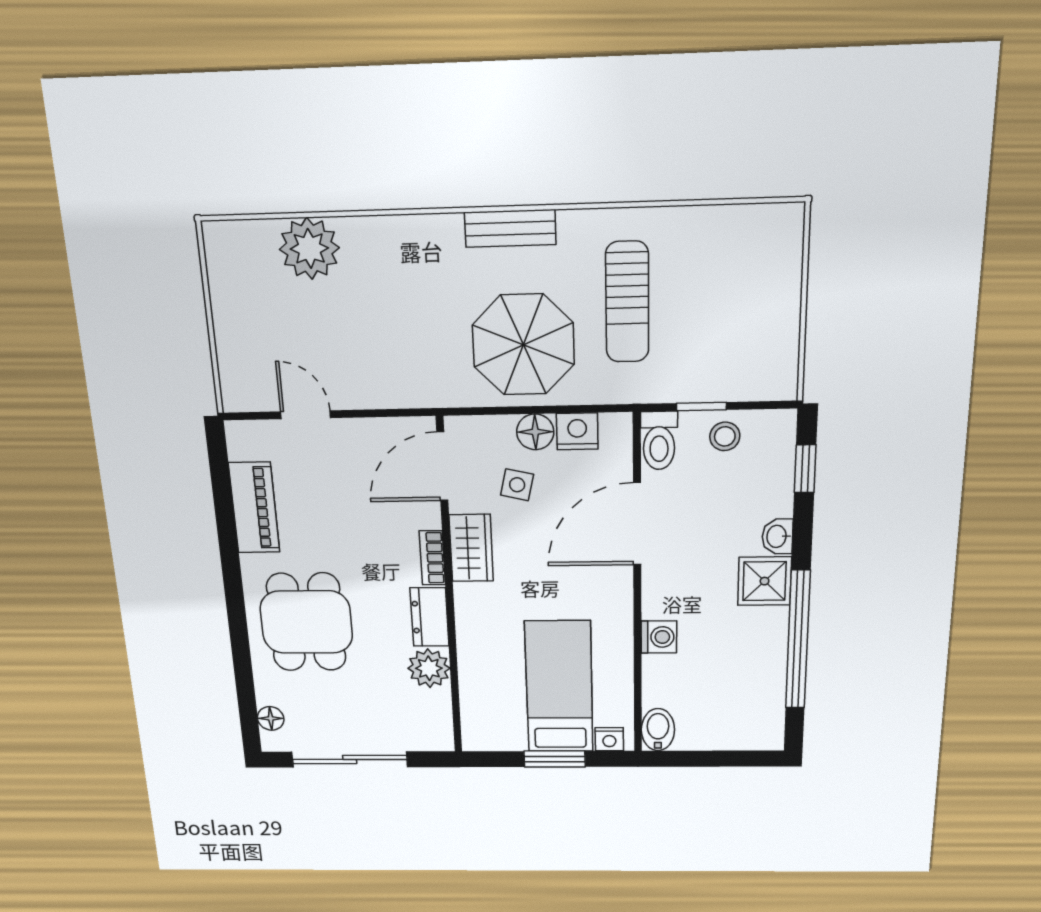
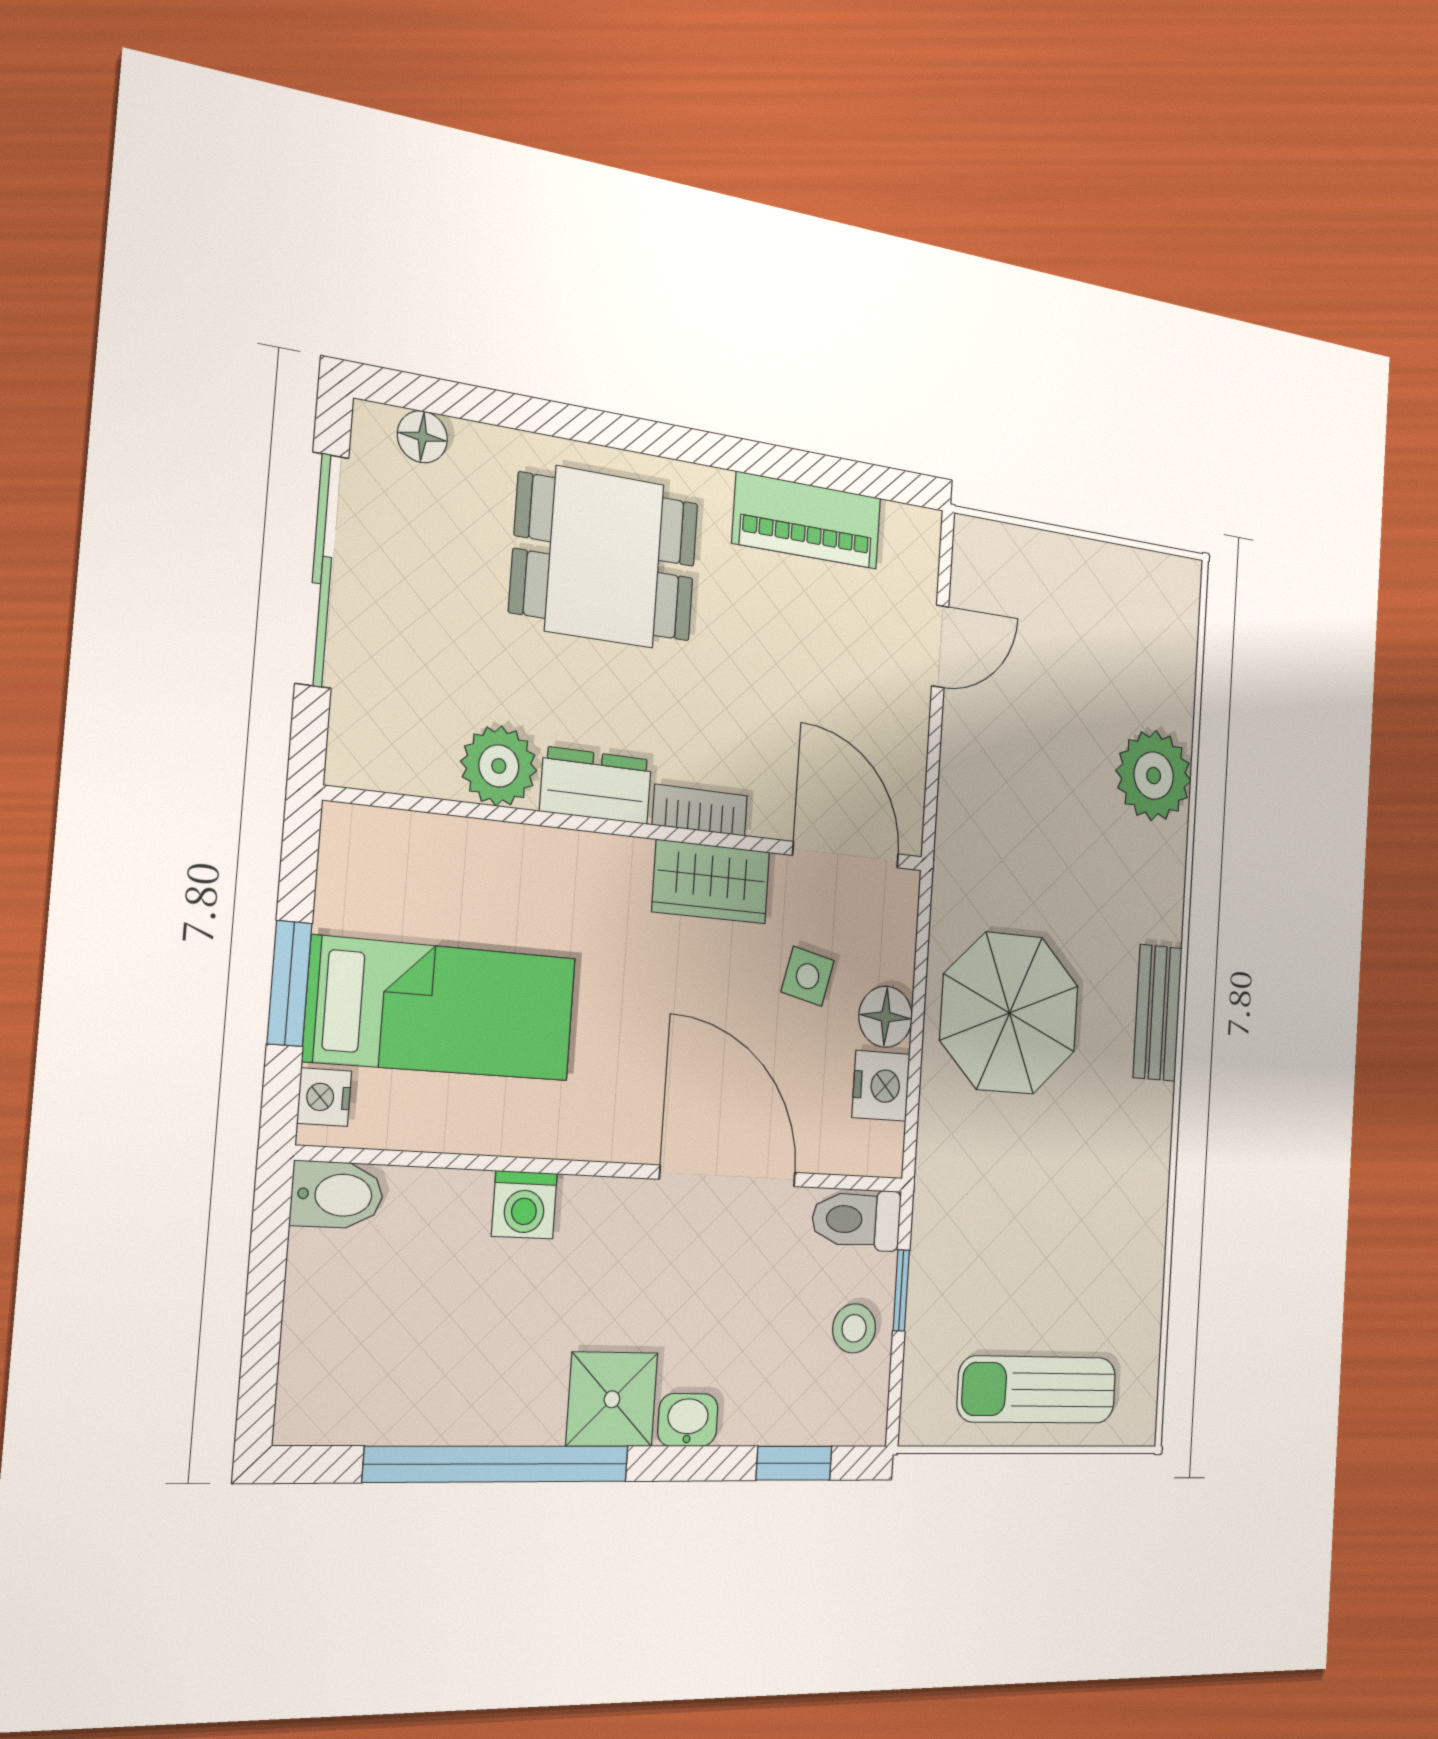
plant: (309, 248) -> (1154, 776), moved
sun lounger: (627, 302) -> (1037, 1390), moved

